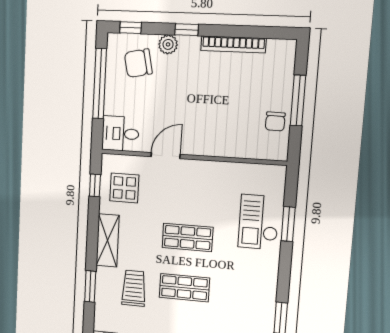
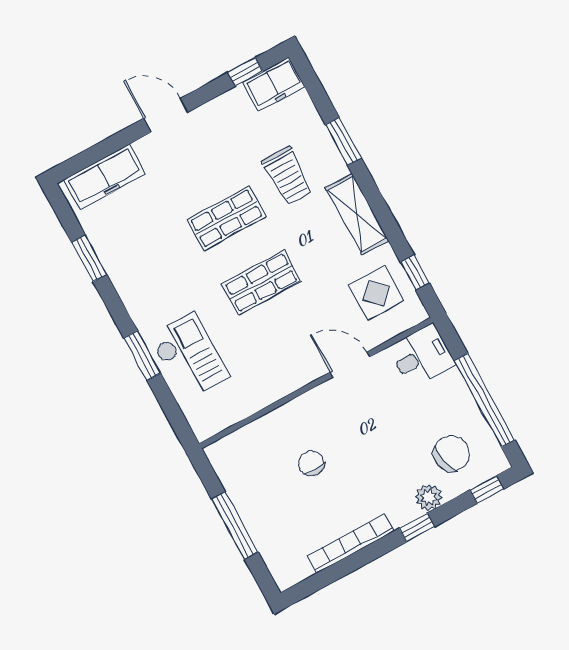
chair: (275, 121) -> (311, 463), moved
door: (166, 156) -> (350, 365), swing flipped
window: (288, 224) -> (142, 356), moved

